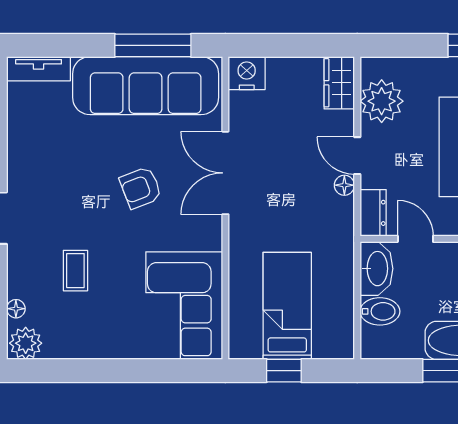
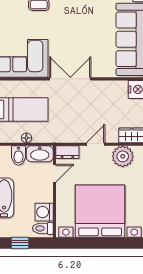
double door: (225, 173) -> (70, 79), moved
floor lamp: (344, 185) -> (26, 138), moved
armchair: (141, 188) -> (80, 37), removed

